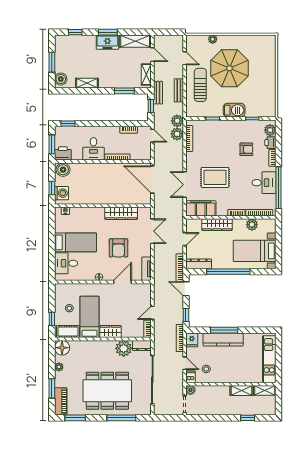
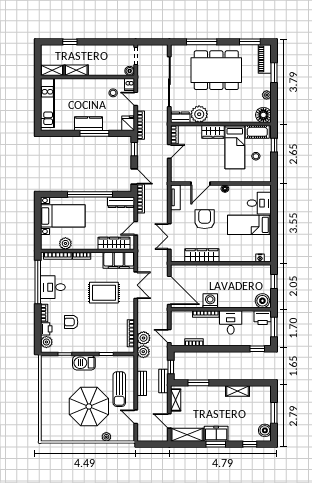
boiler: (61, 79) -> (265, 430), moved
washing machine: (61, 193) -> (210, 301), moved, turned 90
wardrobe: (217, 225) -> (114, 243), moved
kitchen counter: (223, 339) -> (89, 124), width x0.67

